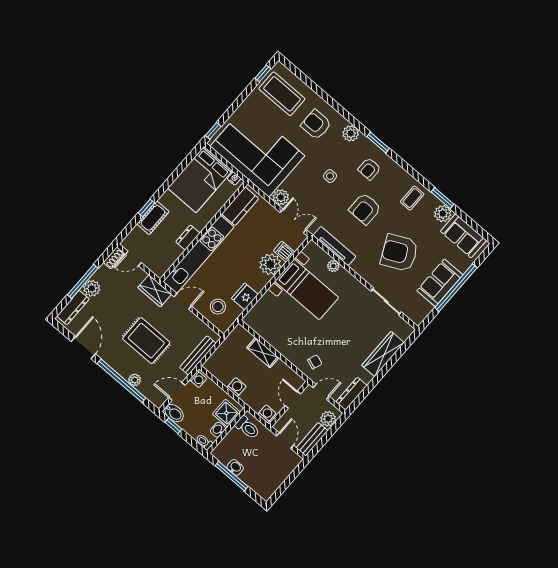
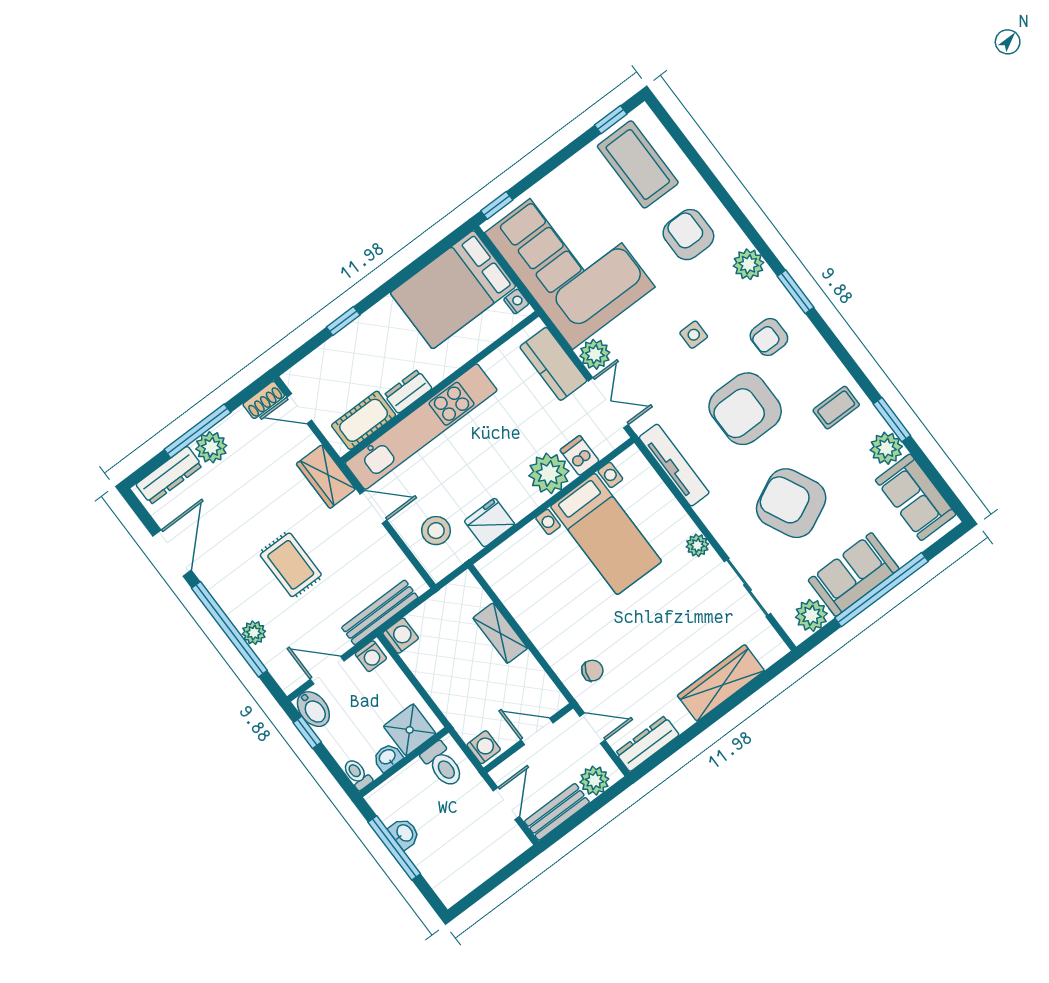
kitchen counter: (240, 206) -> (553, 364), moved, turned 90
armchair: (365, 209) -> (745, 409), width x1.36, depth x1.36
cot: (153, 218) -> (364, 420), moved
plant: (333, 266) -> (697, 545), moved
plant: (422, 309) -> (811, 615), added
rug: (146, 341) -> (291, 565), width x0.73, depth x0.70
washing machine: (236, 387) -> (401, 636), moved
door: (293, 400) -> (537, 731), hinge flipped

